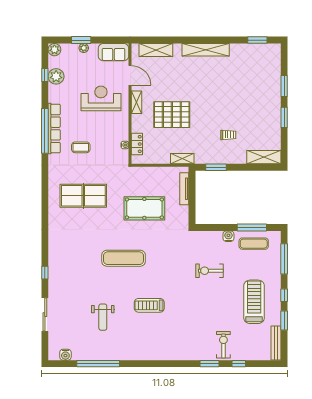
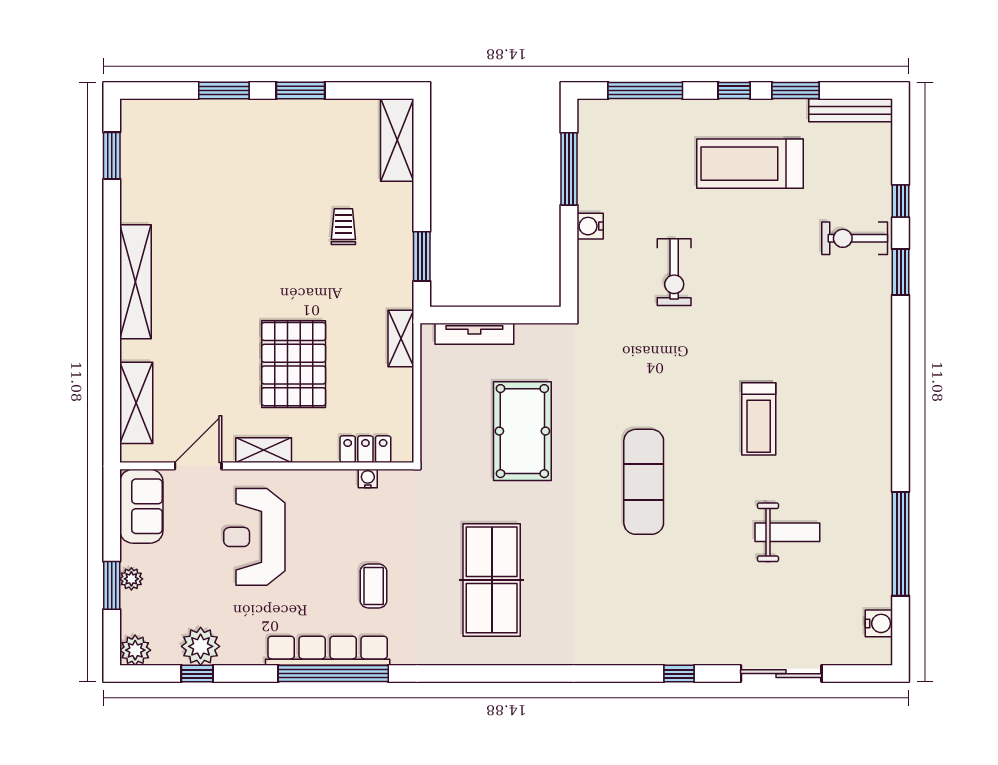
exercise mat: (254, 244) -> (608, 165), removed

